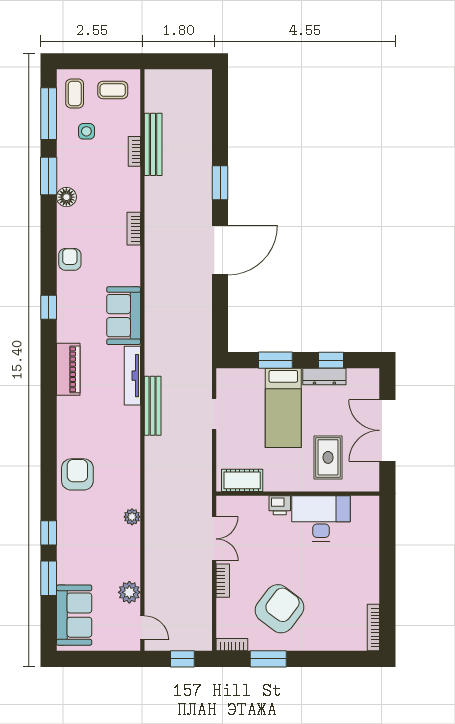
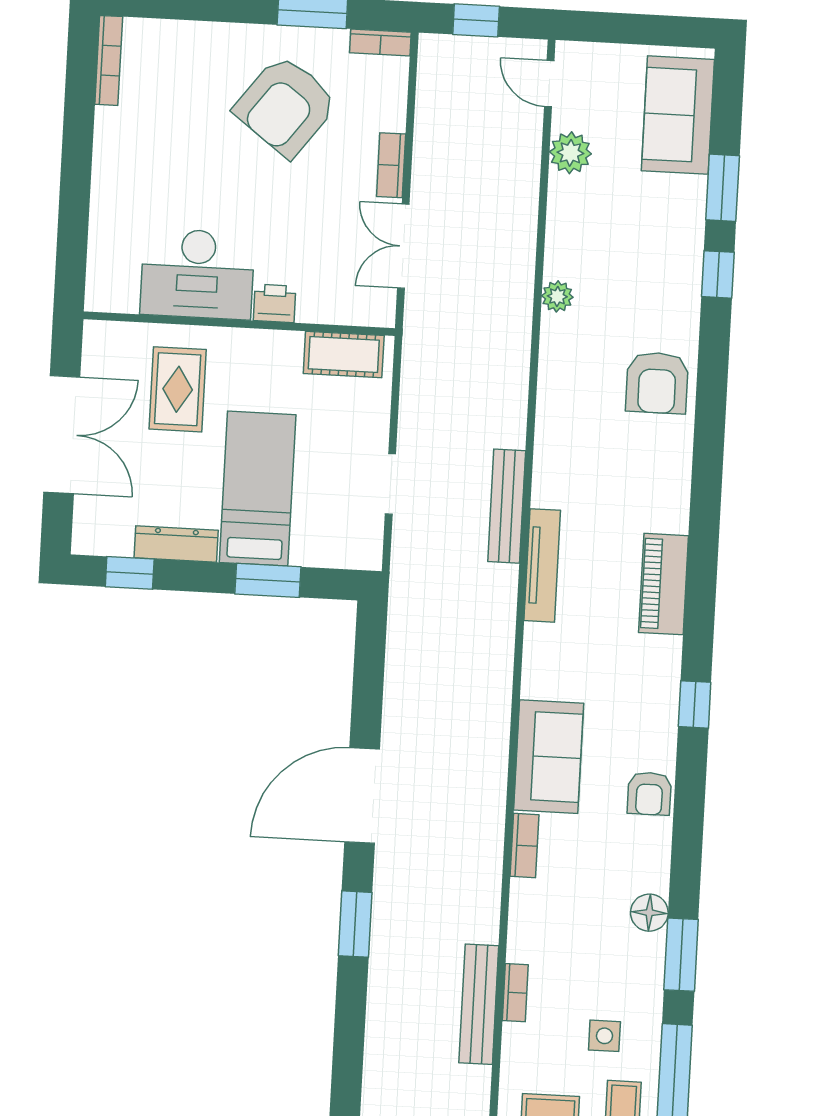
sofa: (124, 316) -> (549, 757), moved
window: (331, 360) -> (130, 573), moved

